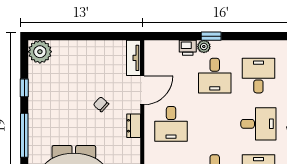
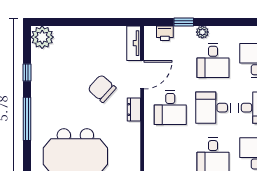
window: (211, 36) -> (184, 22), moved
printer: (188, 48) -> (165, 33), moved
chair: (101, 104) -> (102, 89), width x1.87, depth x1.87
desk: (215, 124) -> (213, 108), added

